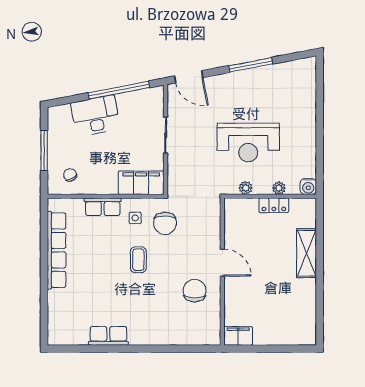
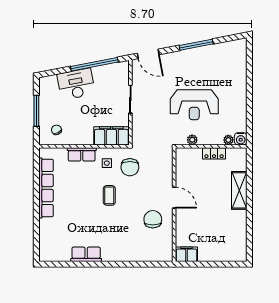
plant: (279, 188) -> (228, 140), moved

